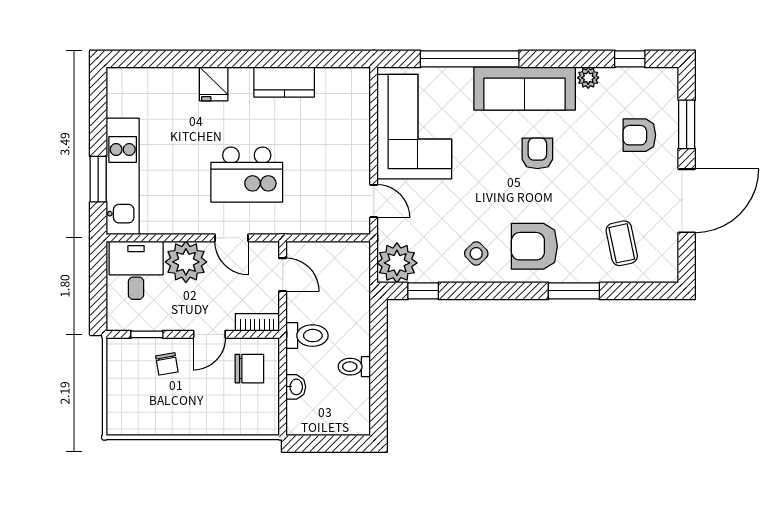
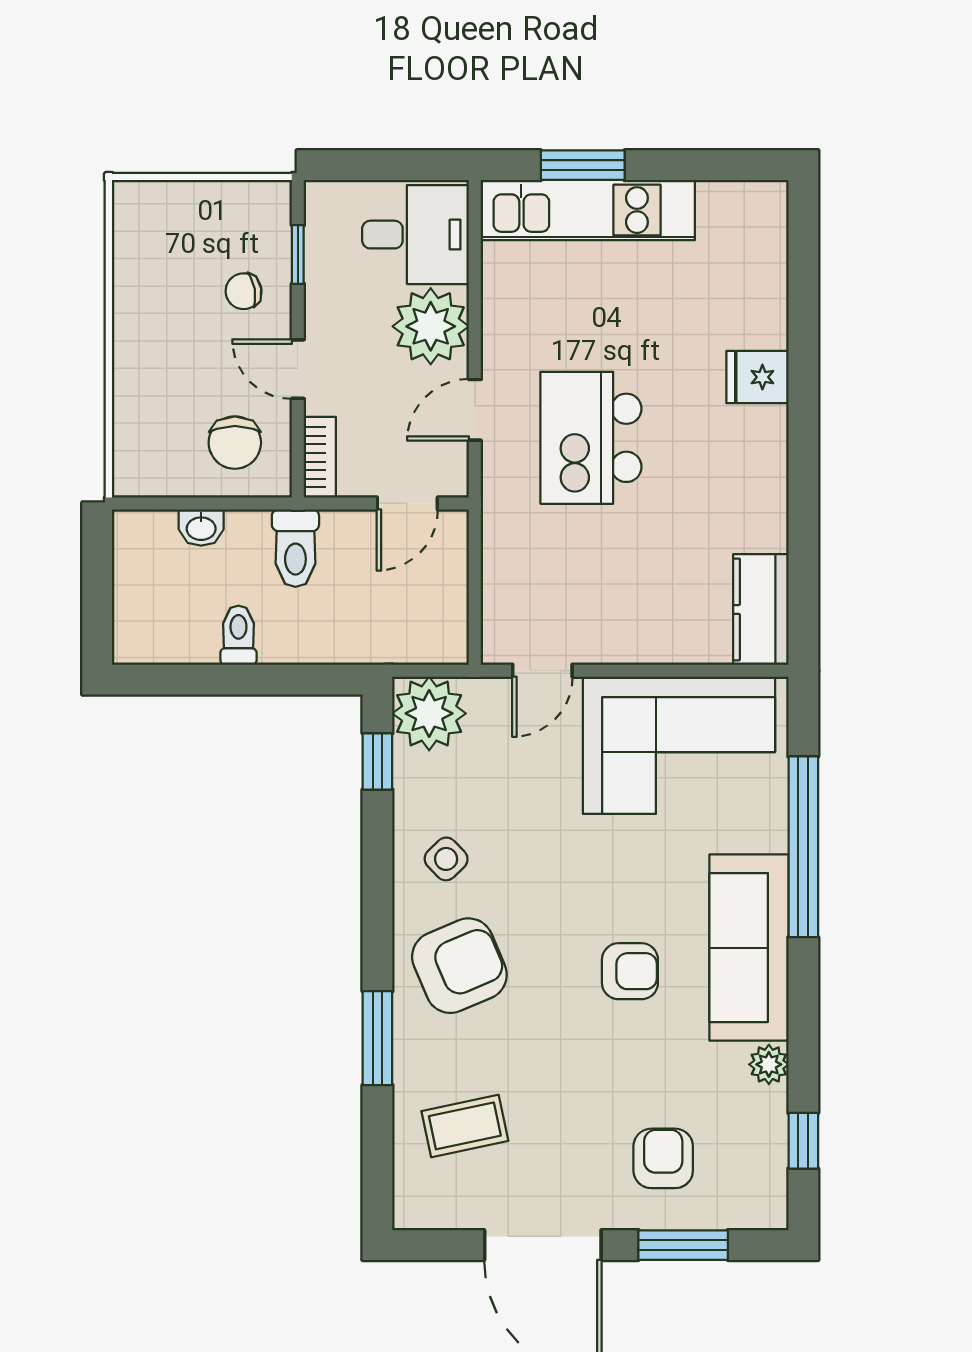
kitchen counter: (284, 82) -> (761, 609), moved
armchair: (534, 246) -> (459, 966), turned 67

